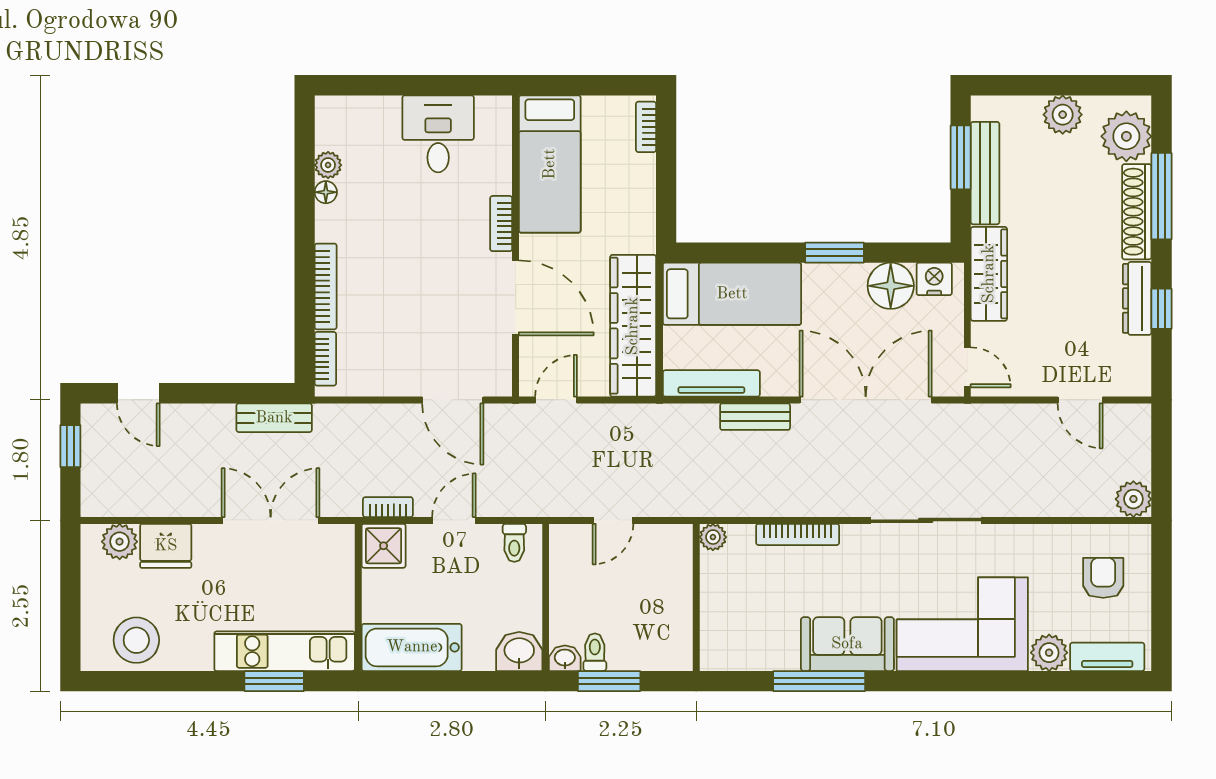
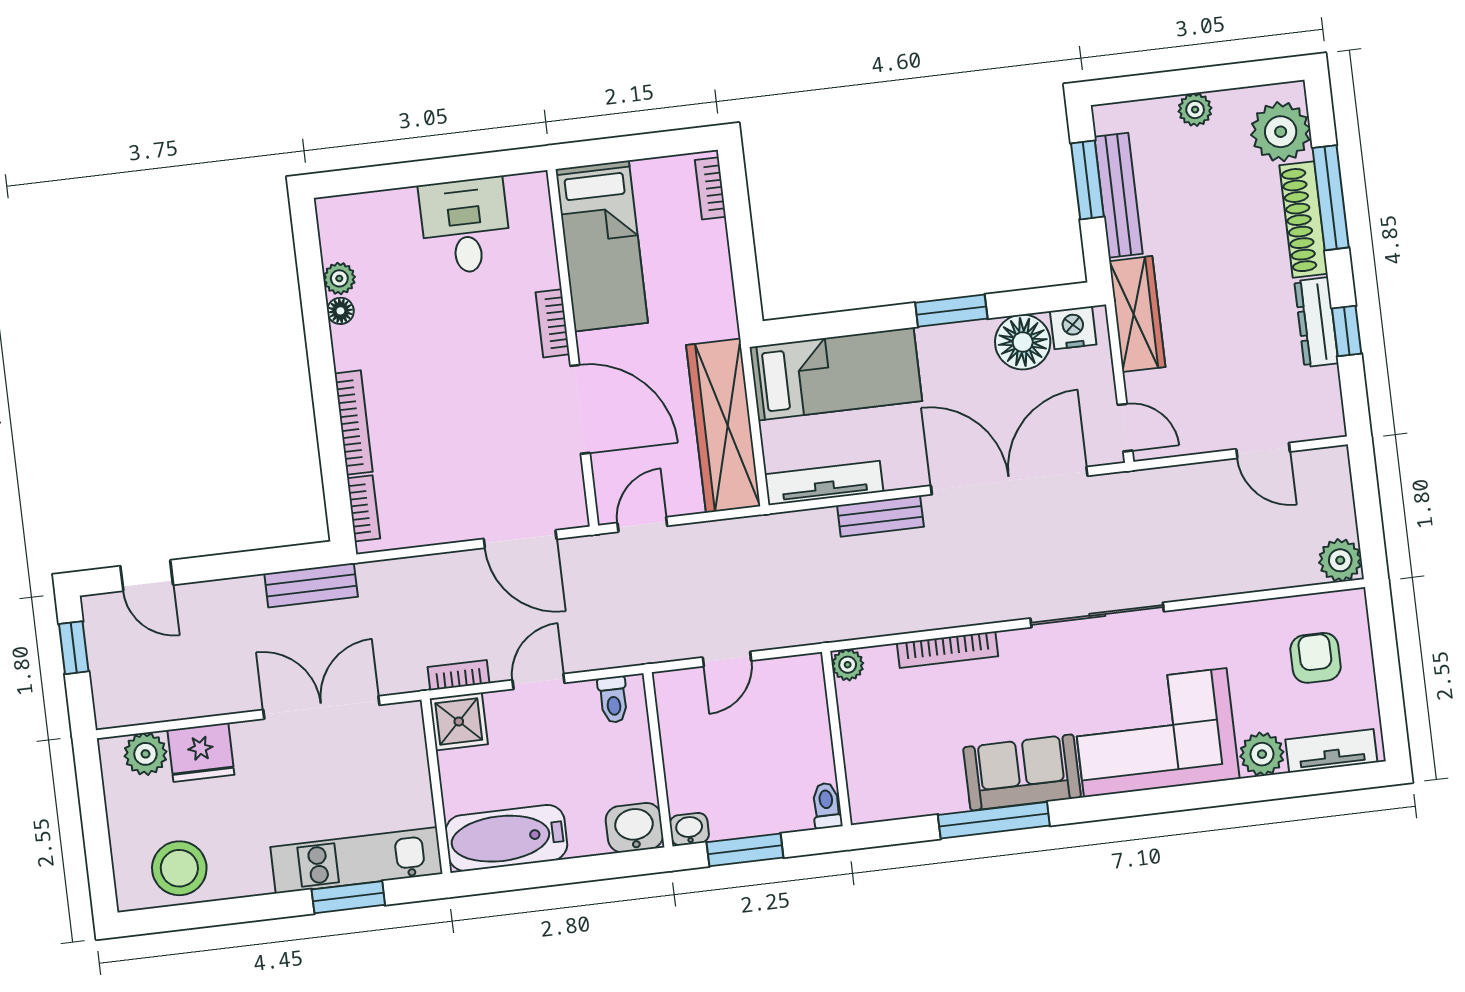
plant: (1063, 115) -> (1195, 110), width x0.73, depth x0.73
toilet: (595, 652) -> (827, 806), moved

